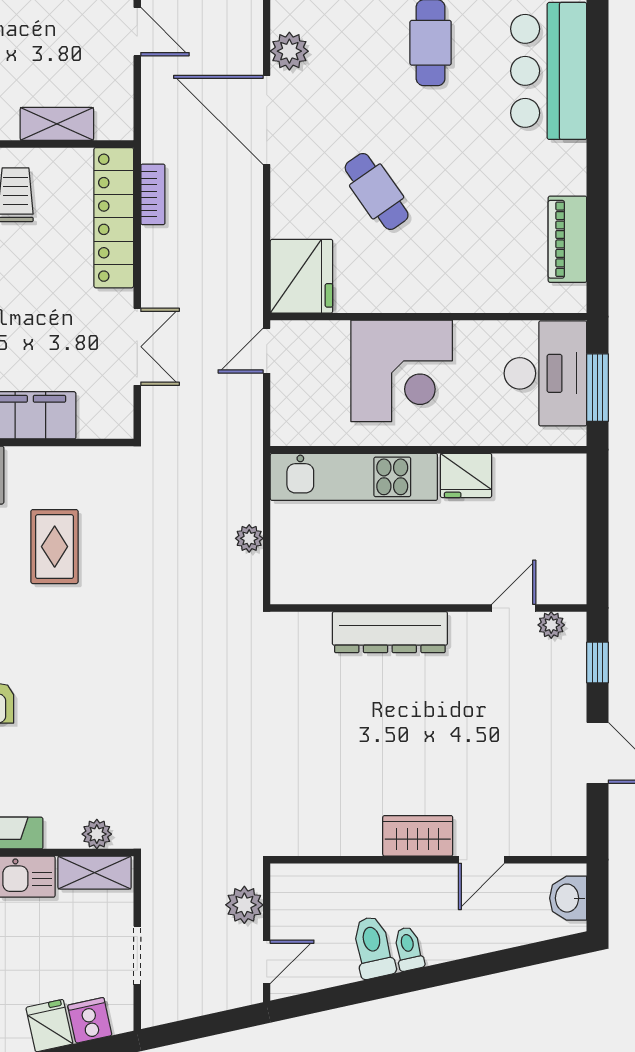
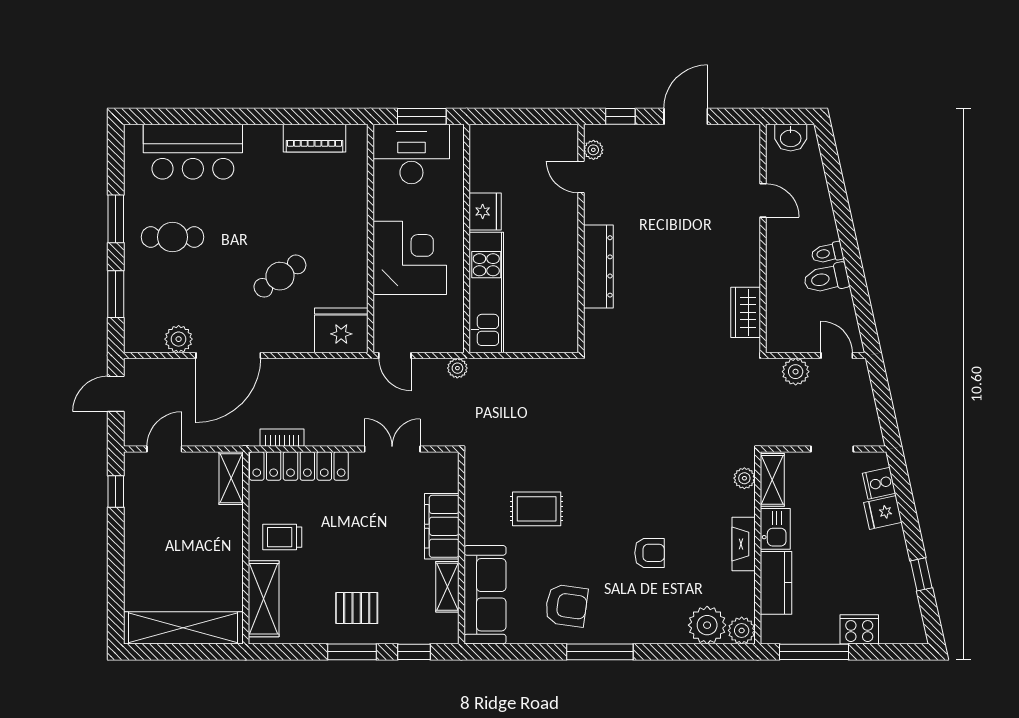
shelving: (57, 124) -> (231, 478), moved
plant: (249, 538) -> (457, 368), moved
wardrobe: (418, 836) -> (746, 312), moved

